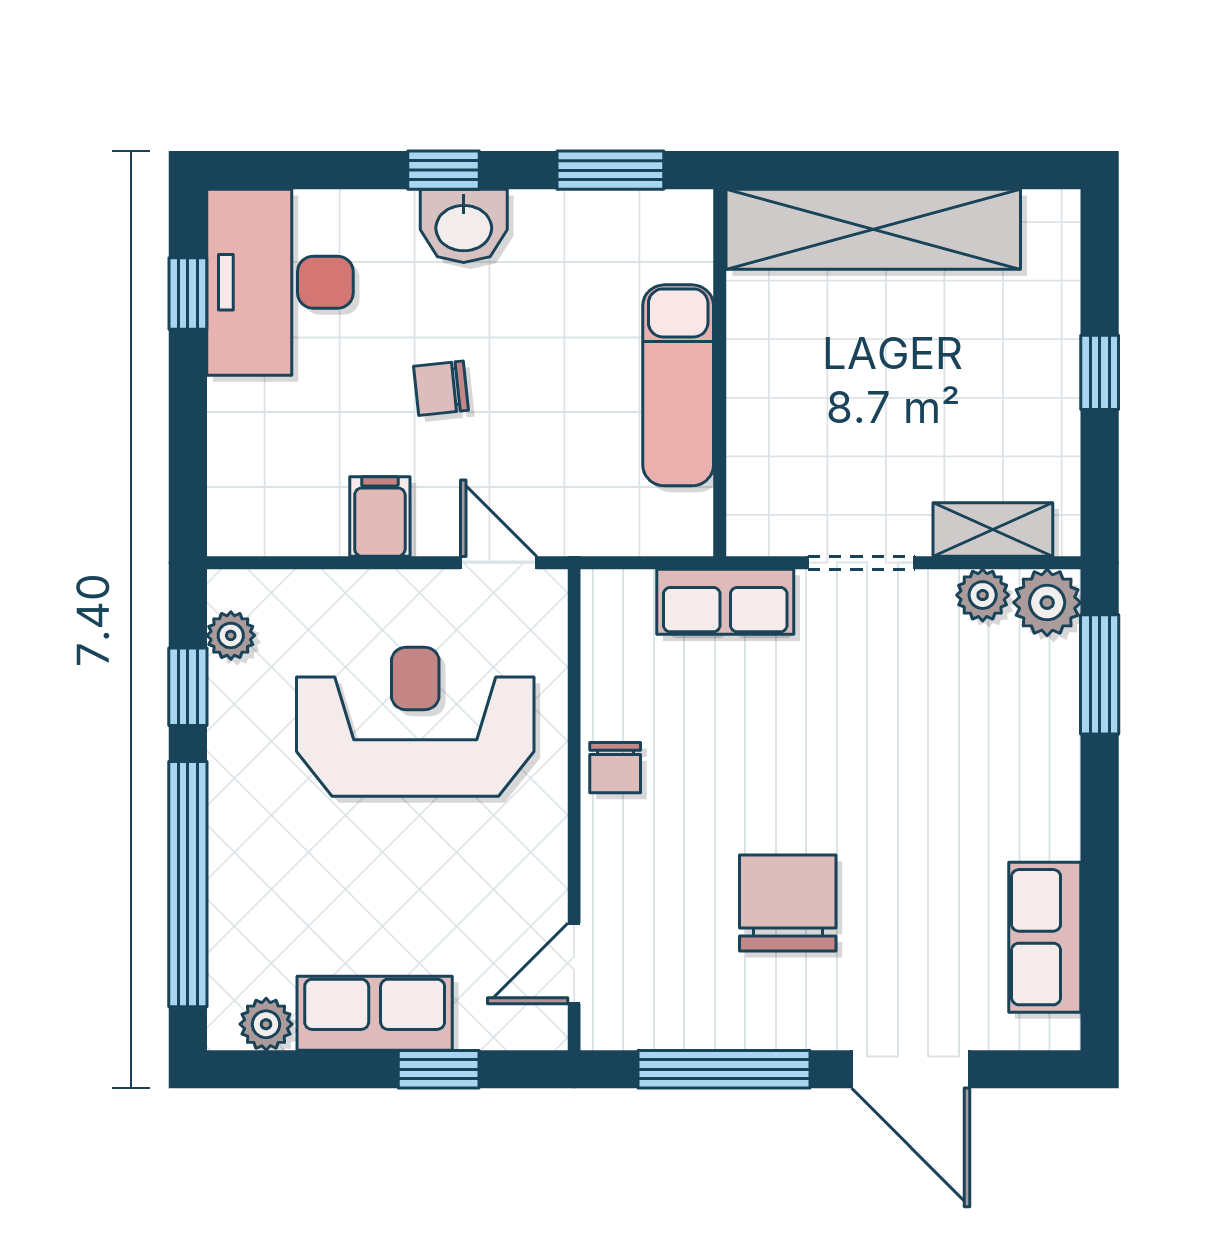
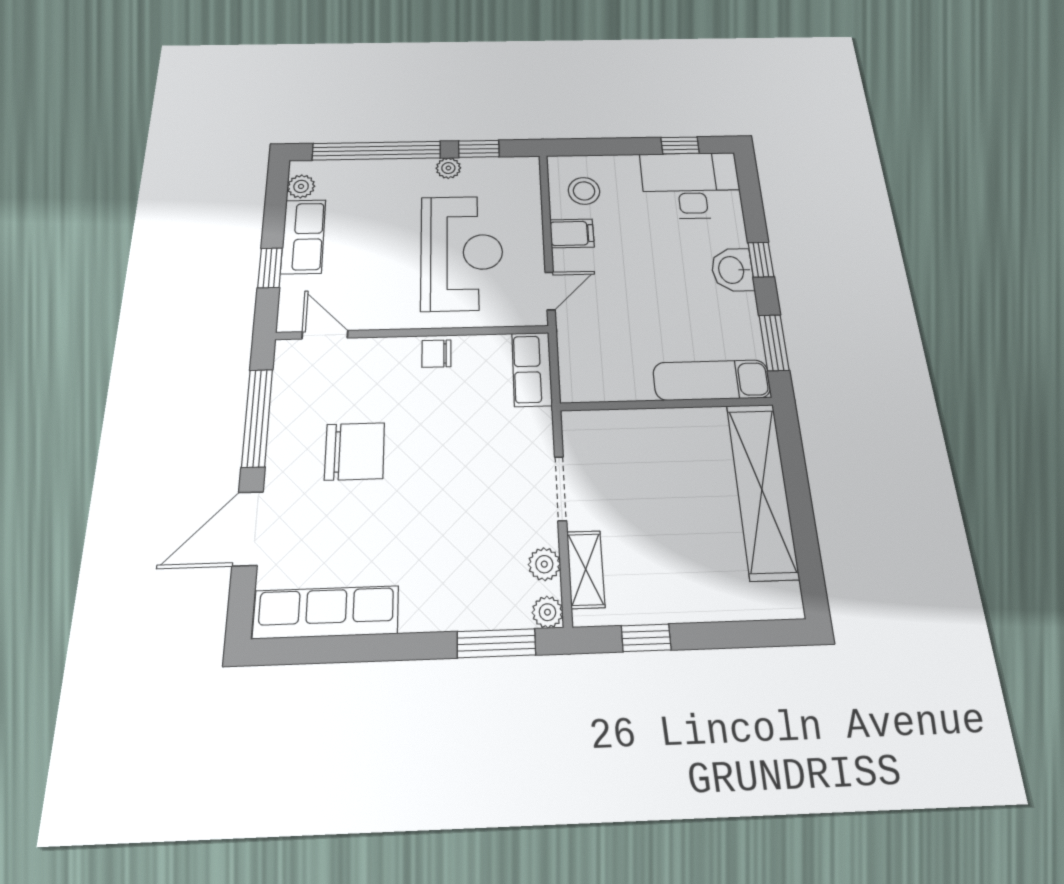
window: (1100, 372) -> (646, 638), moved
exam couch: (678, 385) -> (712, 380), moved
chair: (441, 388) -> (643, 261), removed
stool: (288, 488) -> (584, 191), added
row of seats: (725, 602) -> (532, 369), moved
plant: (1047, 603) -> (547, 612), width x0.73, depth x0.73
plant: (231, 635) -> (448, 168), moved
row of seats: (1045, 937) -> (326, 612), width x1.48

